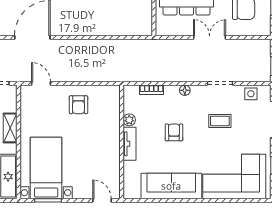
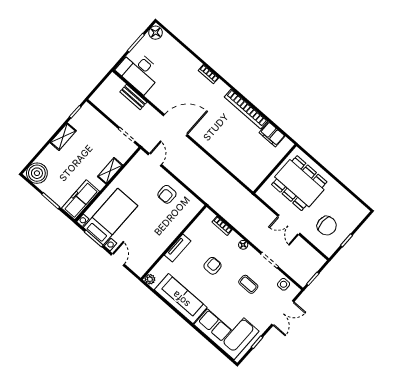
double door: (210, 37) -> (289, 225), swing flipped
plant: (129, 120) -> (150, 279), moved
door: (102, 200) -> (118, 260), moved

